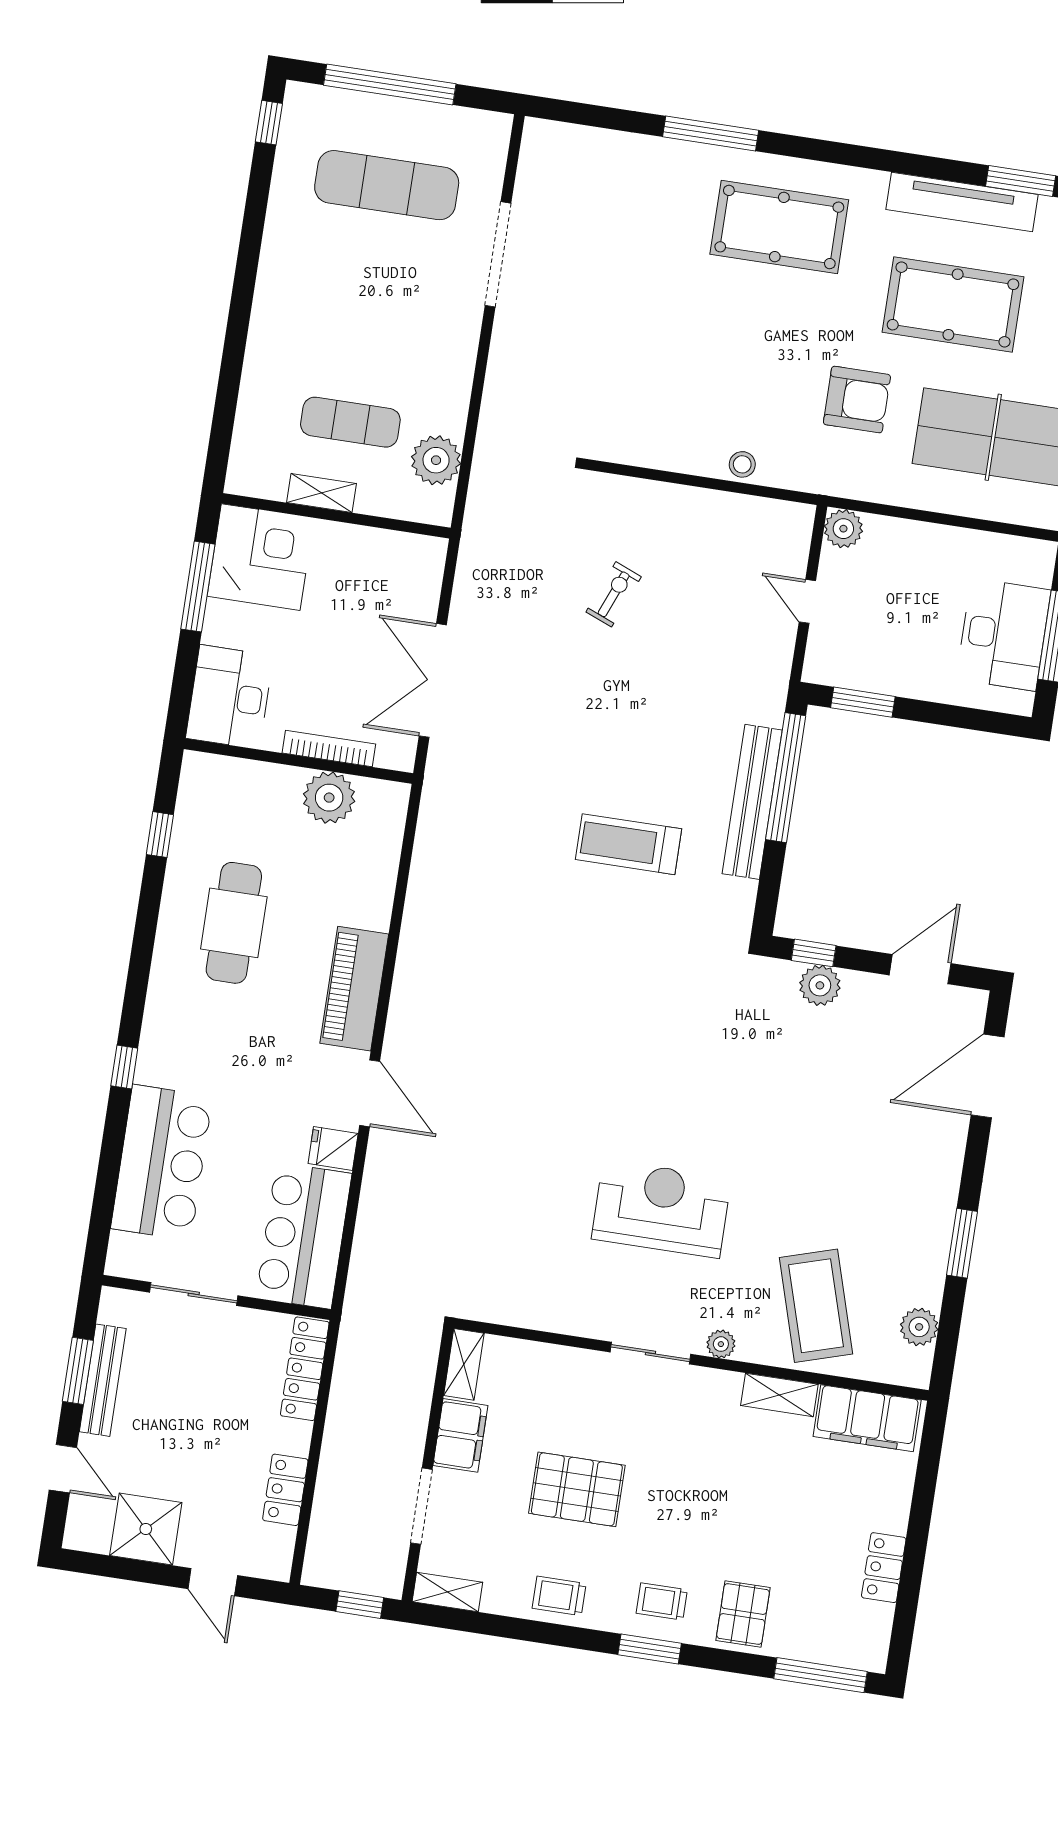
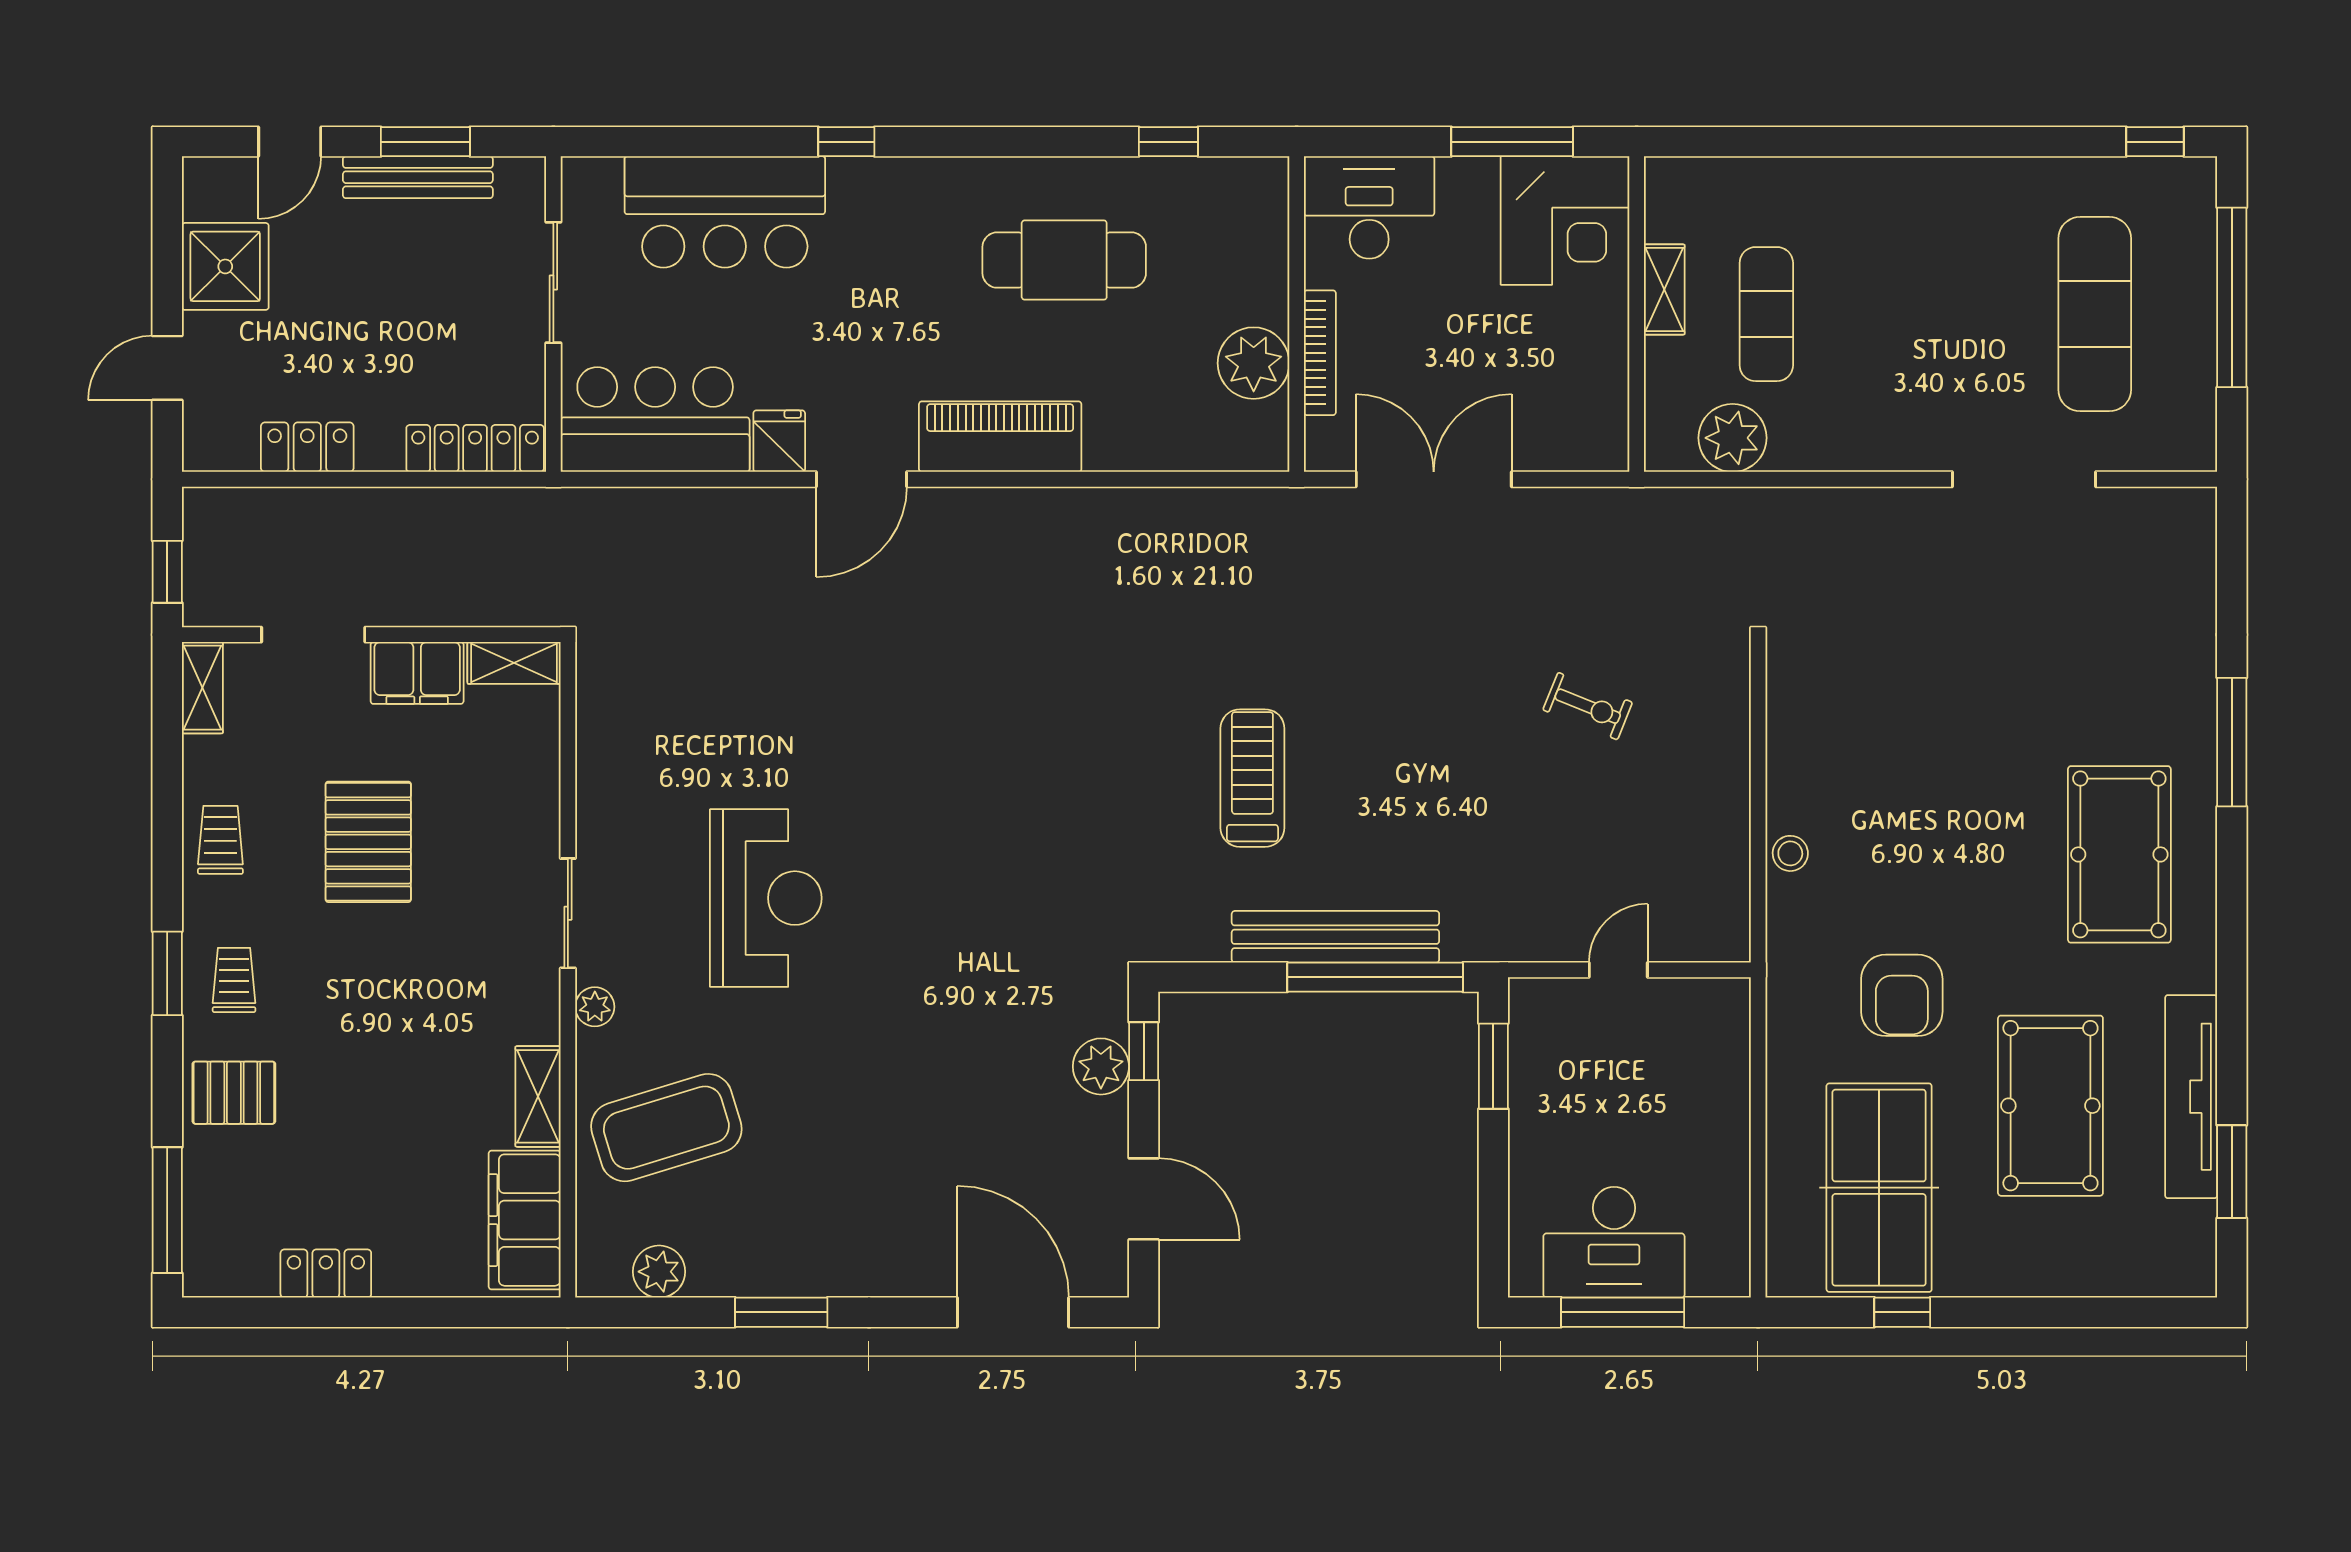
plant: (843, 529) -> (1724, 1004), removed

